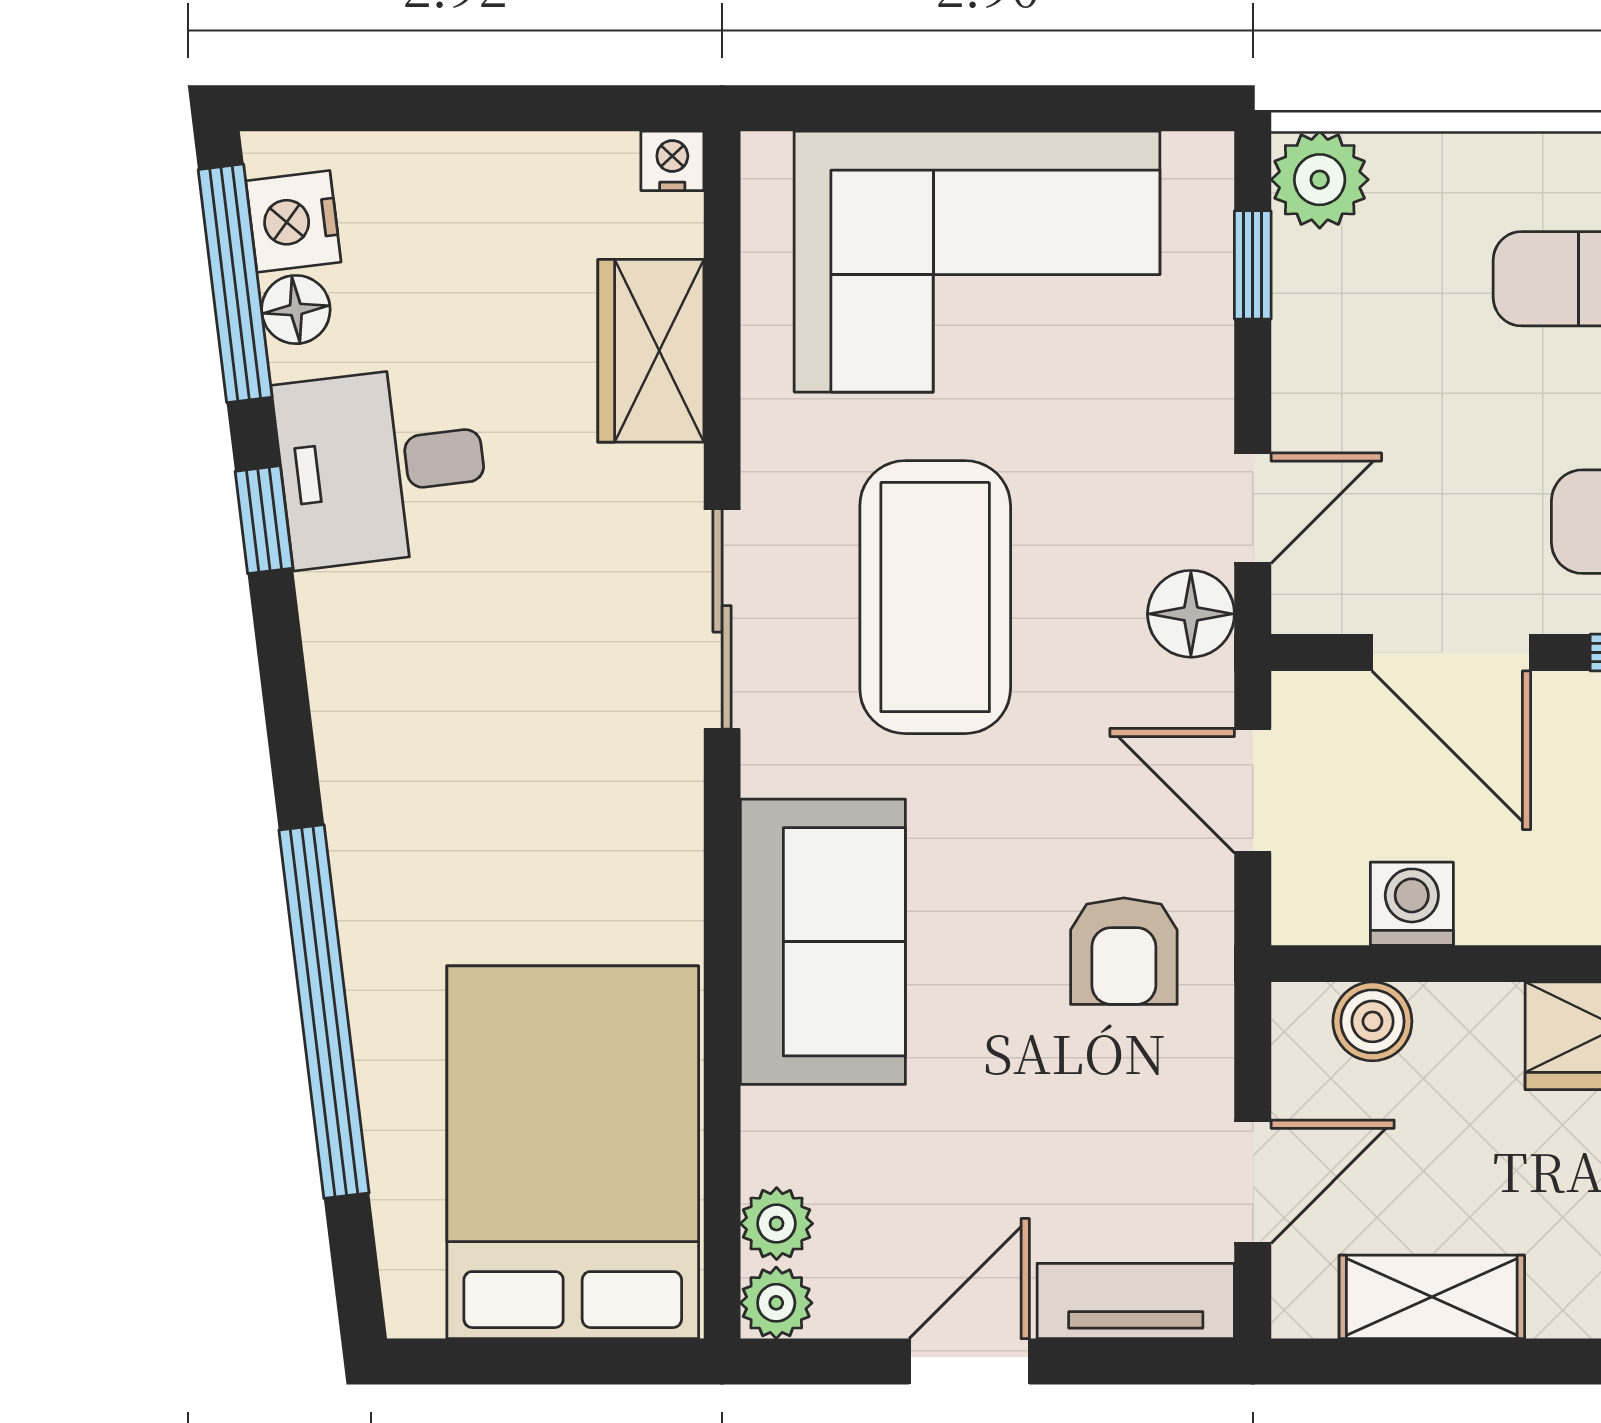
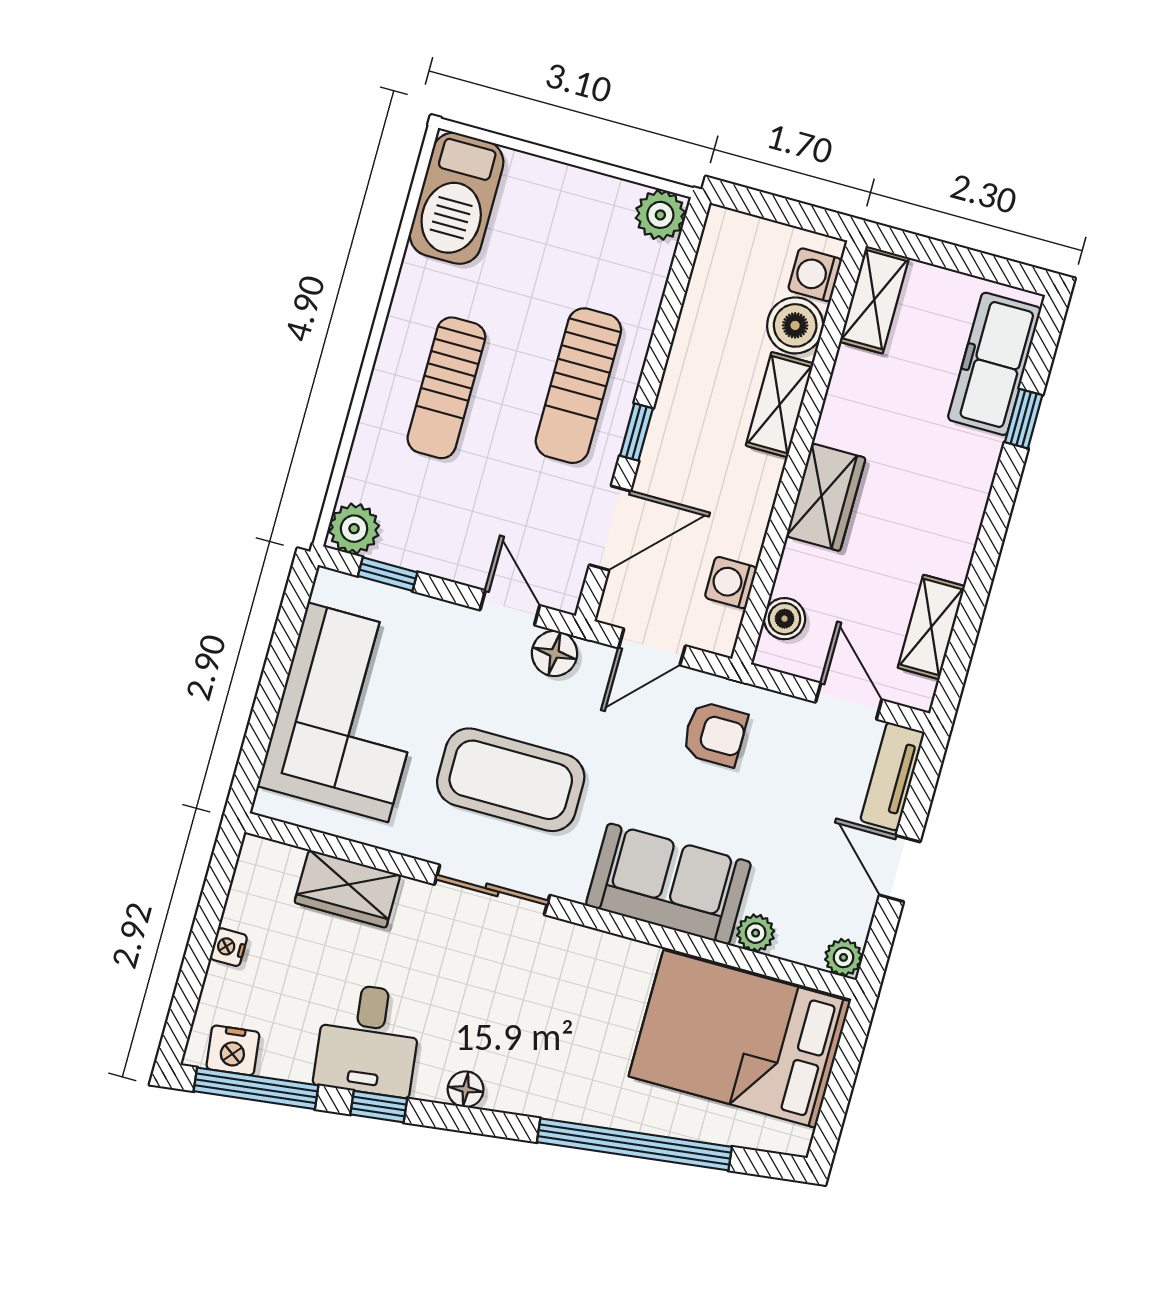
nightstand: (672, 161) -> (229, 947), moved
floor lamp: (296, 310) -> (466, 1089), moved
plant: (777, 1224) -> (756, 933), moved

